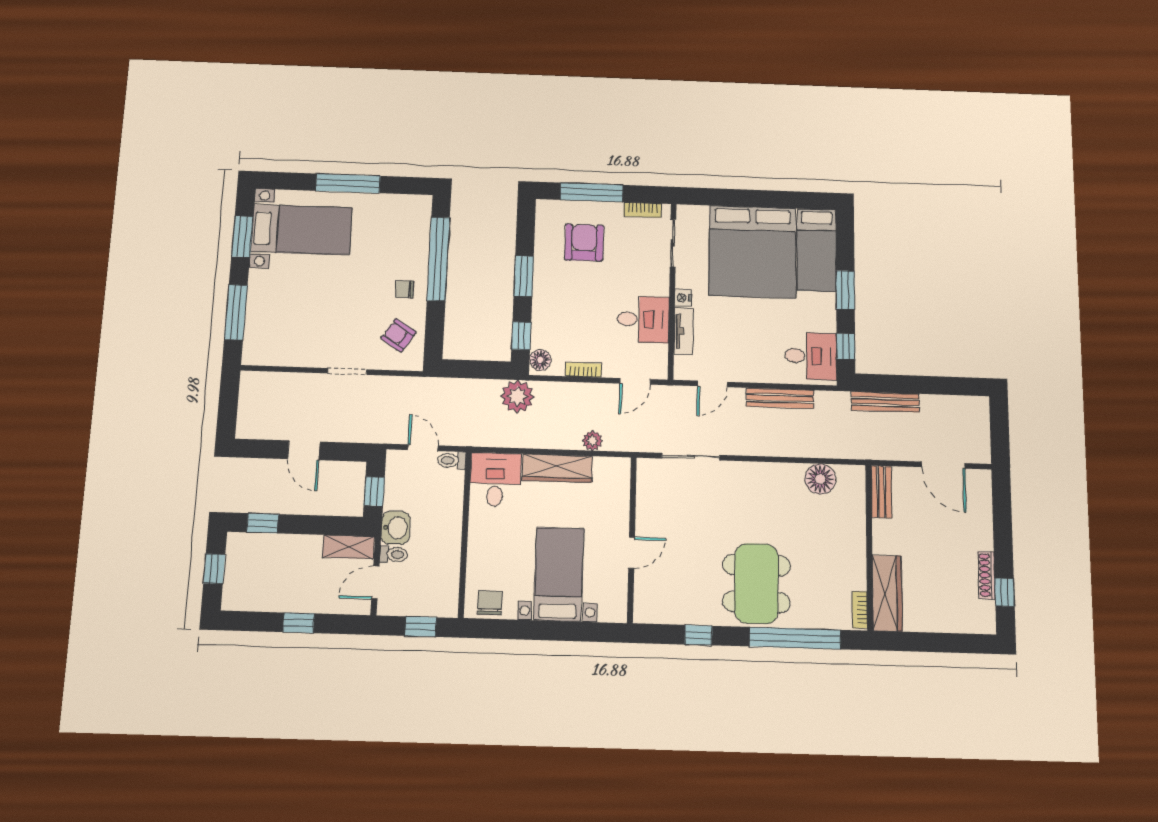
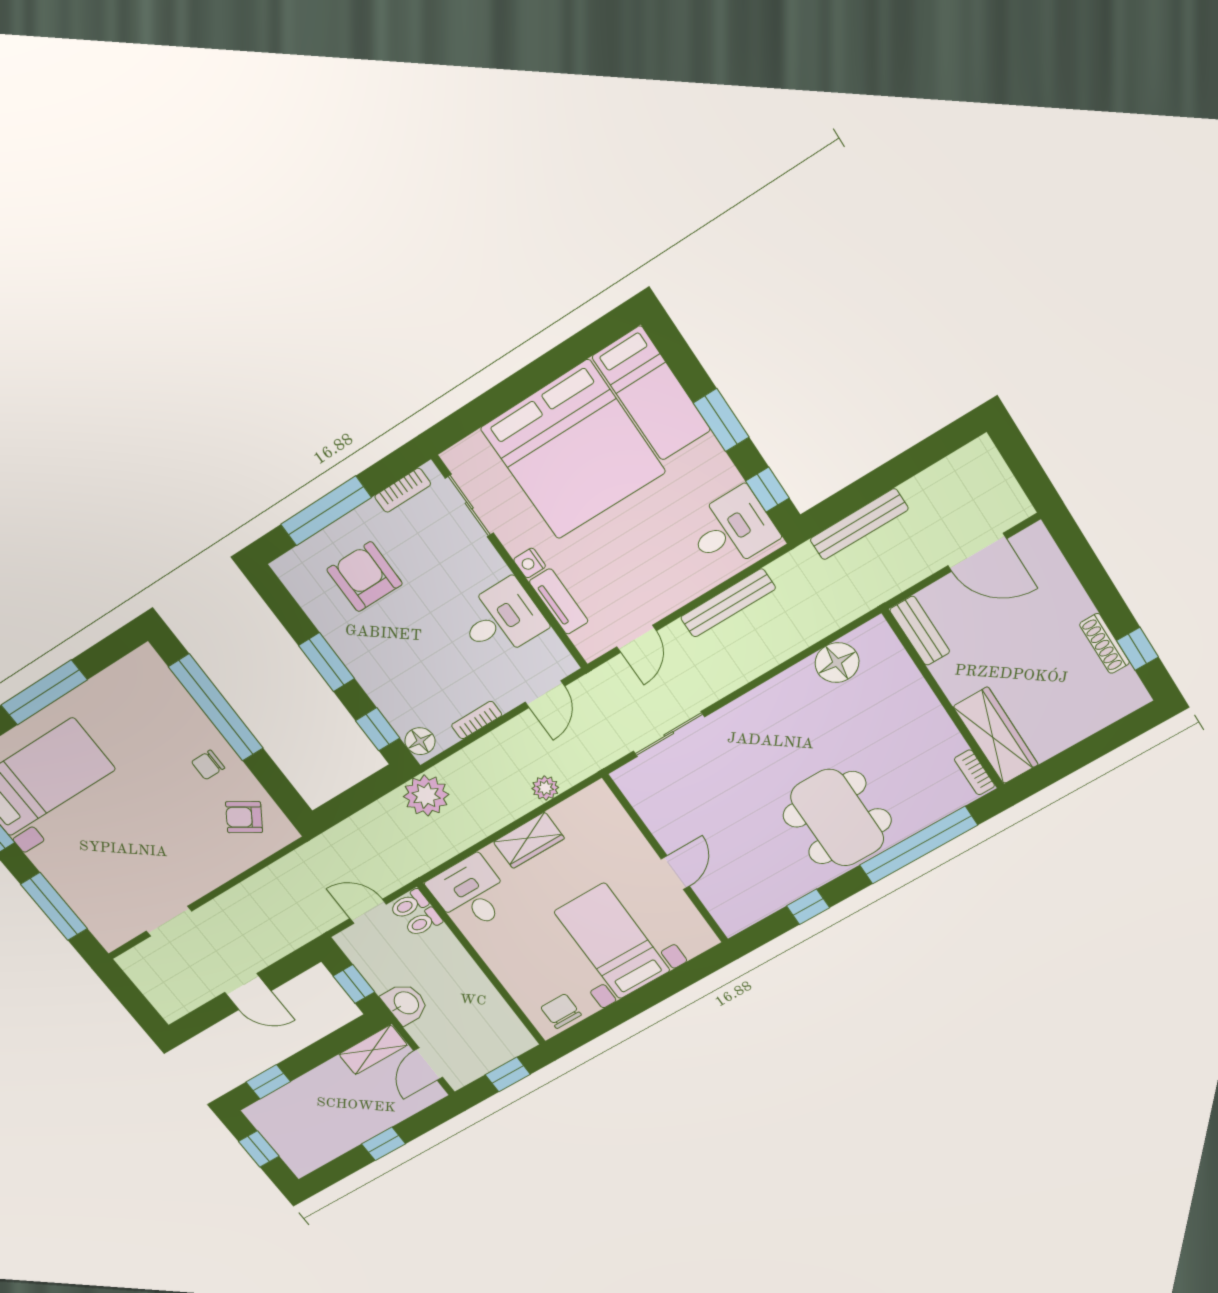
doorway: (347, 371) -> (169, 921), moved
wardrobe: (557, 468) -> (529, 840), width x0.67
toilet: (394, 554) -> (423, 922), moved, turned 180

